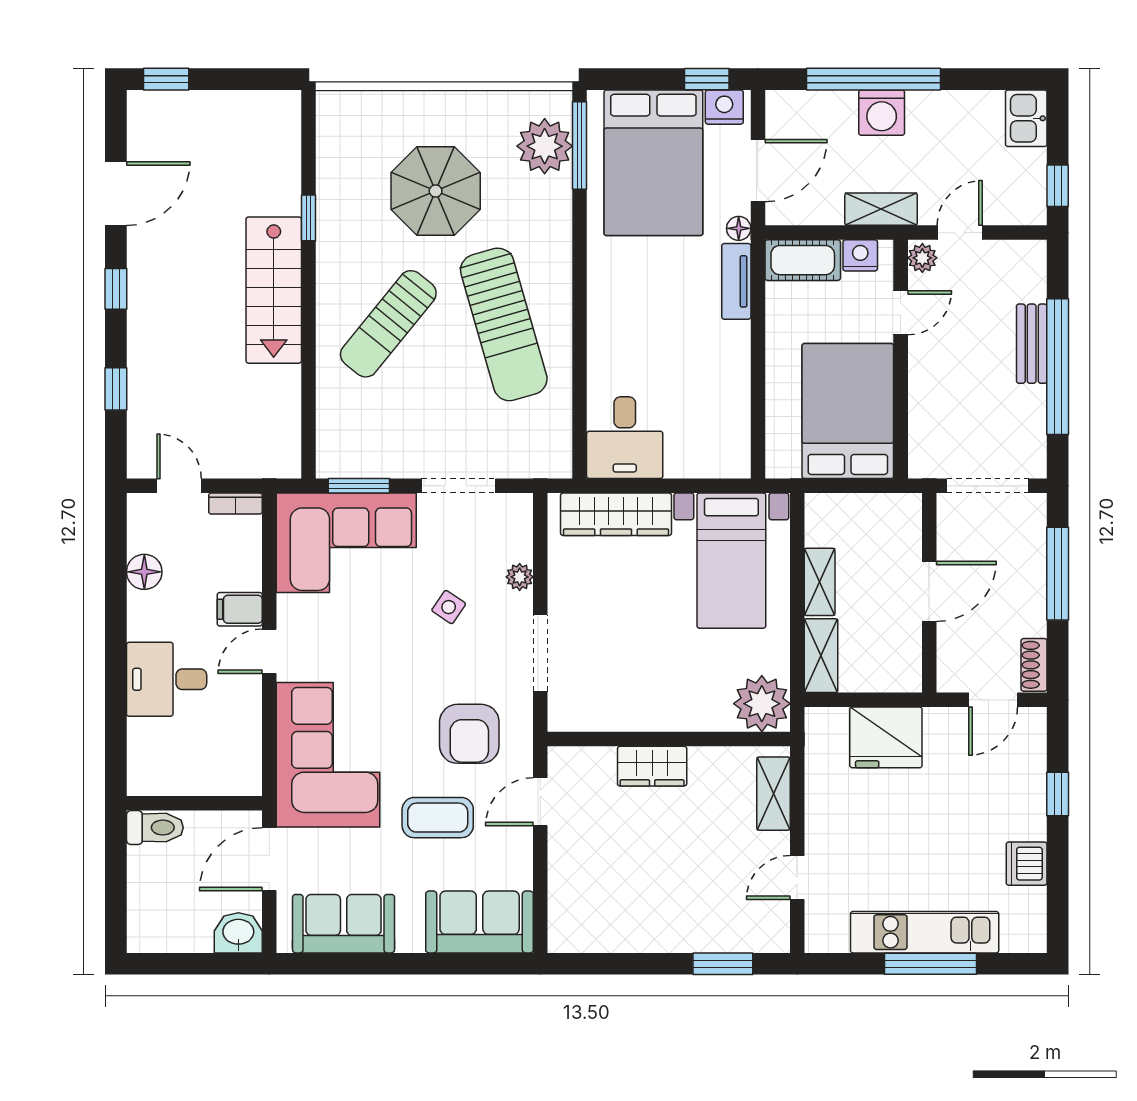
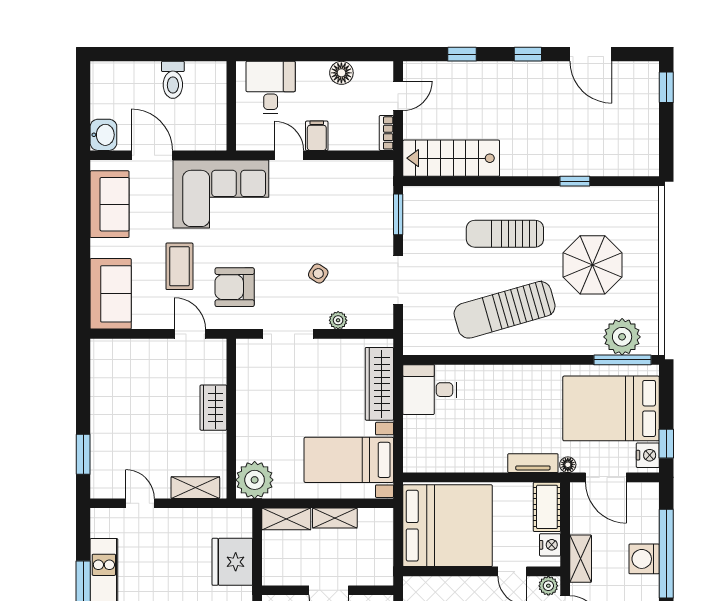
stairs: (274, 290) -> (451, 158), moved
sun lounger: (388, 324) -> (505, 234), turned -39
bed: (848, 411) -> (447, 526), width x1.36
corner sofa: (346, 543) -> (361, 206), removed
wall: (194, 803) -> (231, 106), moved

